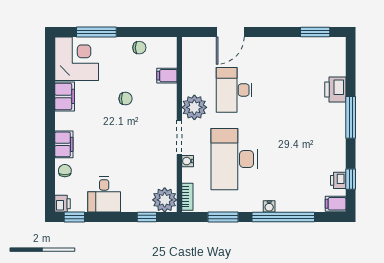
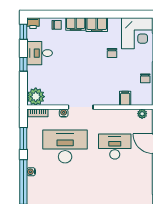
filing cabinet: (65, 96) -> (97, 25), moved
chair: (126, 99) -> (112, 53), moved
plant: (194, 107) -> (142, 114), moved, width x0.53, depth x0.53
window: (147, 217) -> (23, 64), moved

